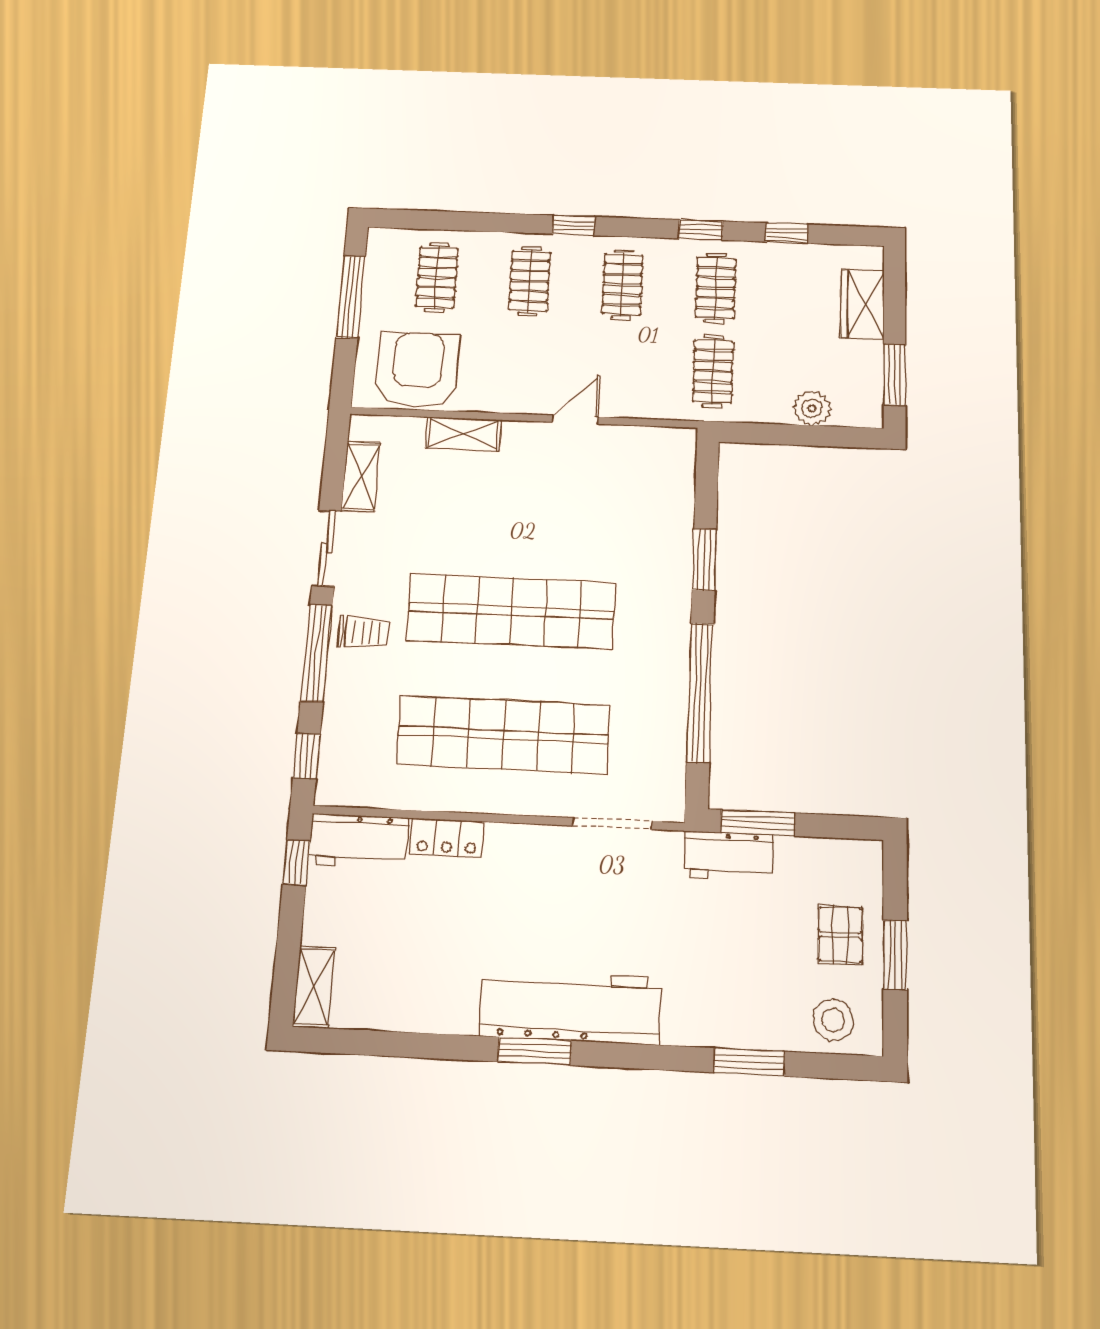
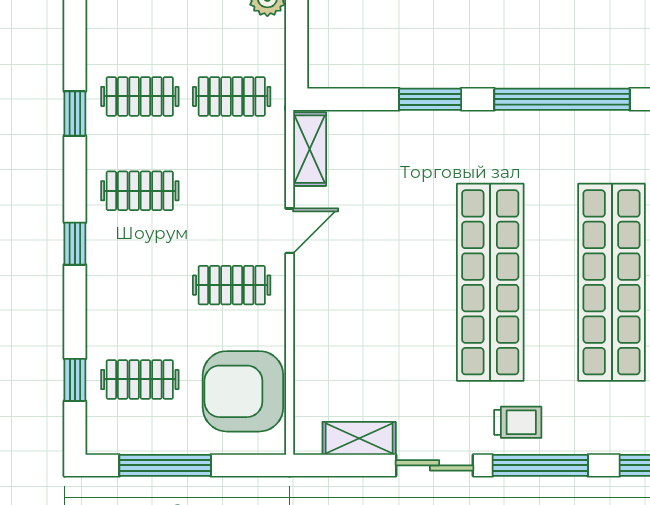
window: (787, 233) -> (75, 380), moved
clothes rail: (530, 281) -> (232, 285), moved
door: (576, 420) -> (290, 231), swing flipped
shelving: (463, 434) -> (310, 149), moved
trolley: (363, 632) -> (518, 422), turned 90

